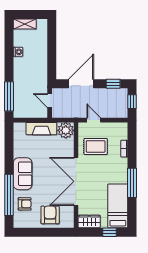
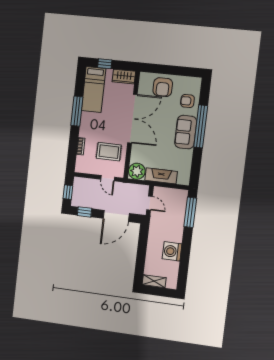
shelving: (25, 24) -> (154, 281), moved
washing machine: (18, 52) -> (172, 251), width x1.89, depth x1.89
window: (9, 195) -> (201, 126), moved

